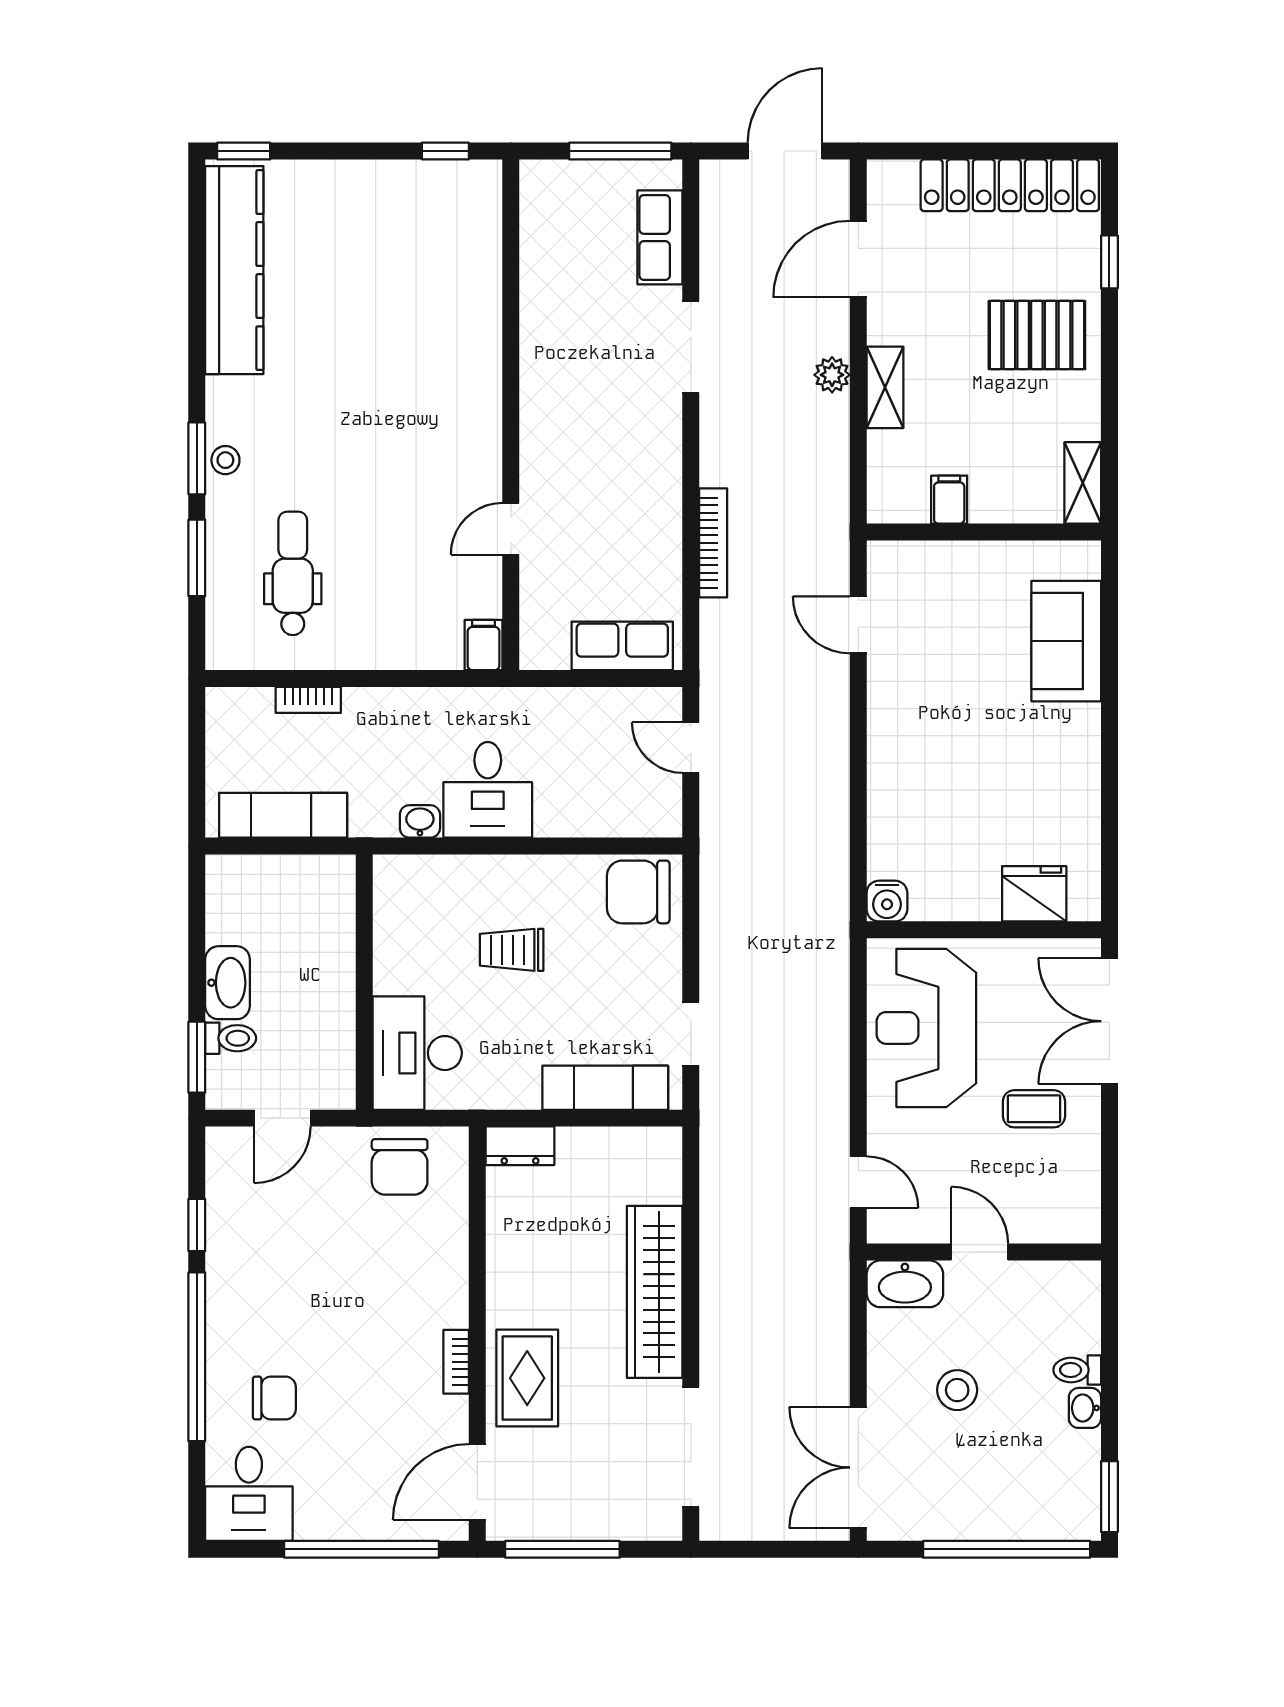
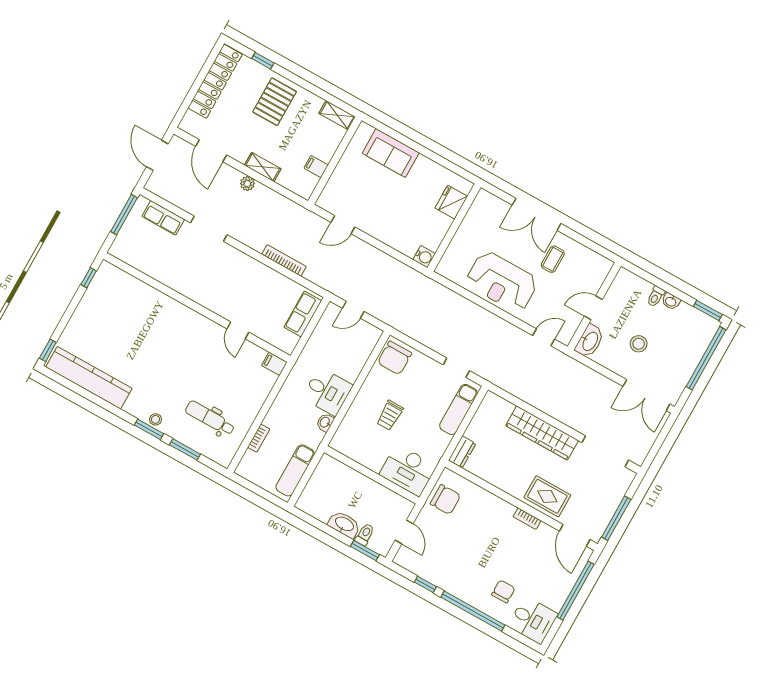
fridge: (1034, 894) -> (451, 202), moved
water cooler: (887, 901) -> (424, 257), moved
wall: (984, 930) -> (454, 228), moved

